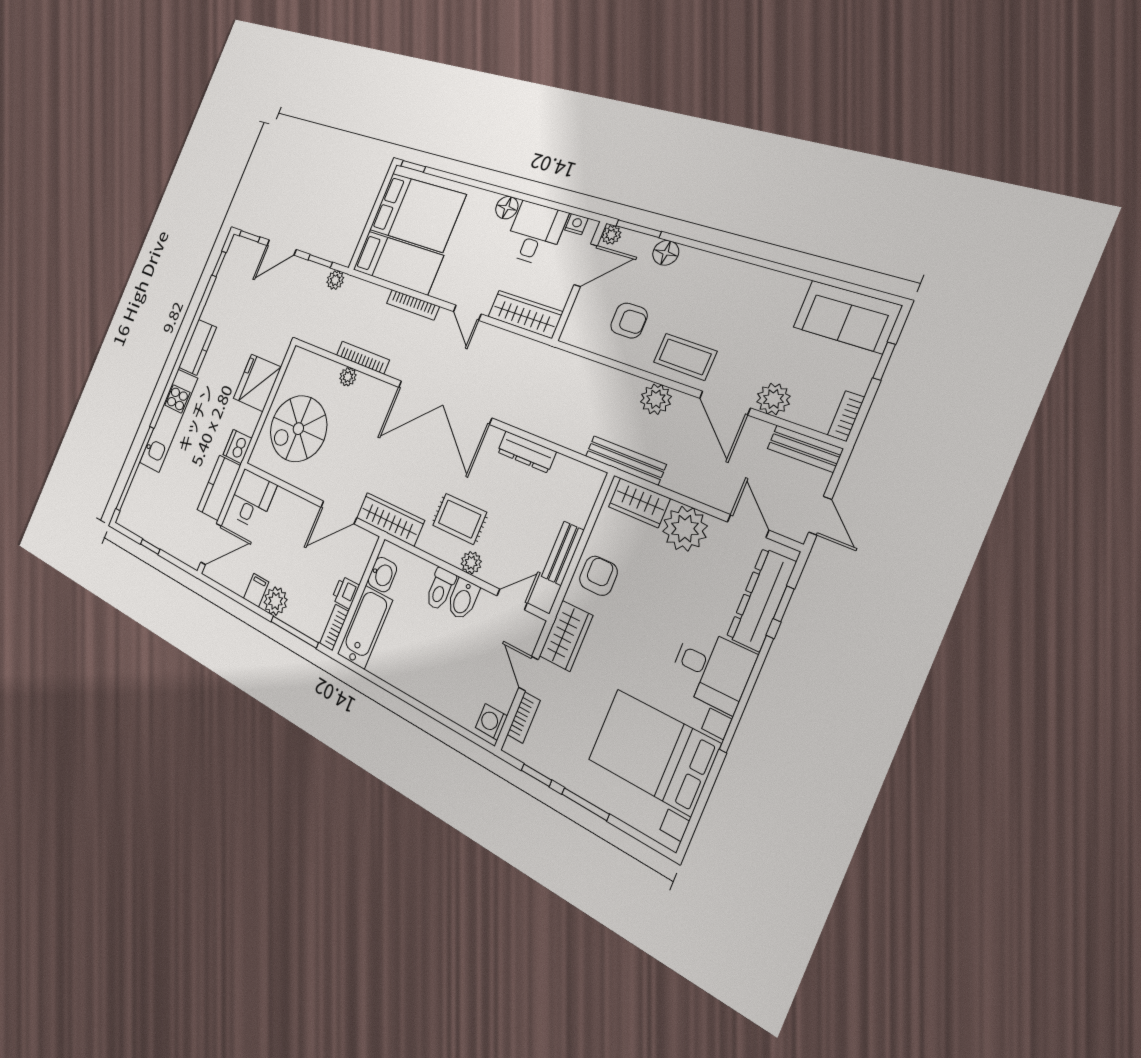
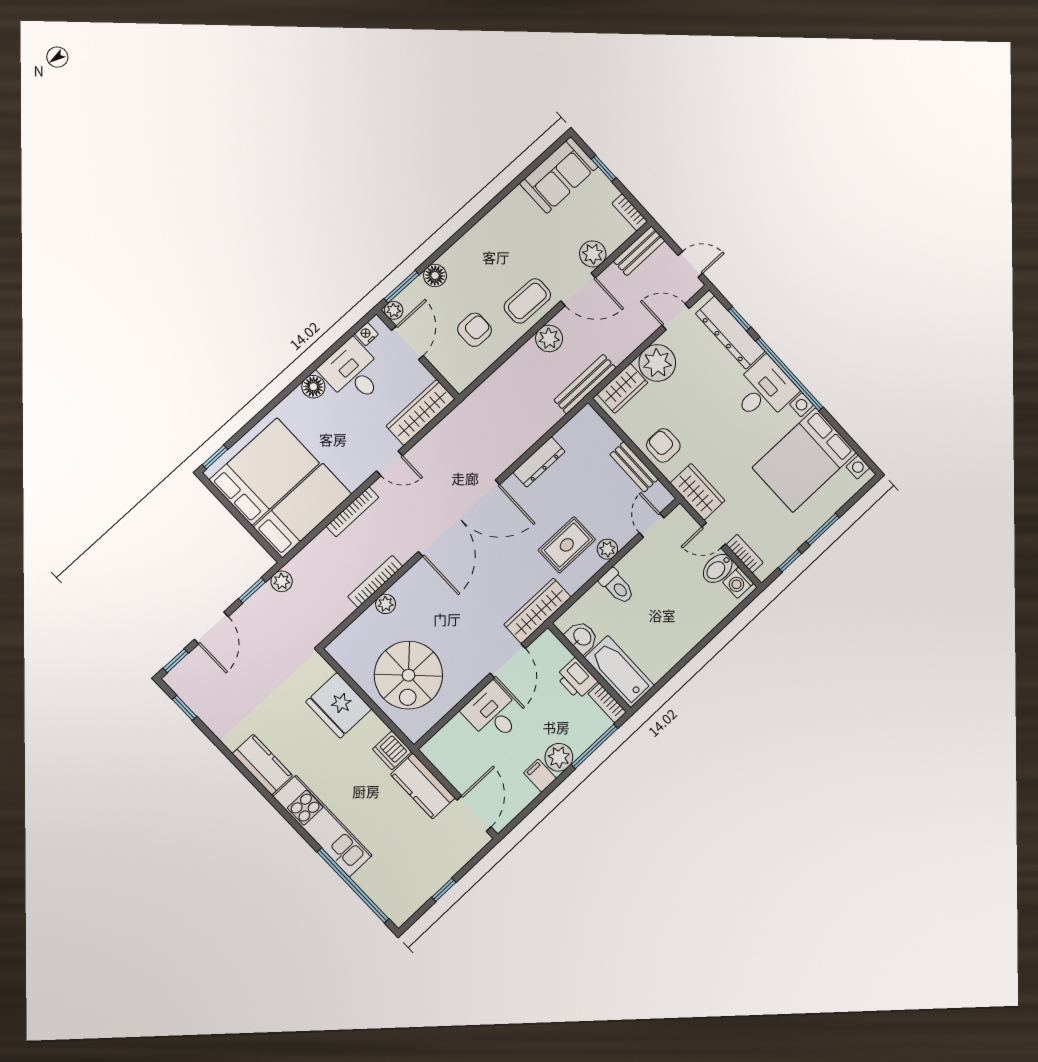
desk: (252, 499) -> (493, 713), moved
printer: (345, 592) -> (577, 679), width x1.36, depth x1.24
bidet: (463, 599) -> (718, 568), moved, turned 90

